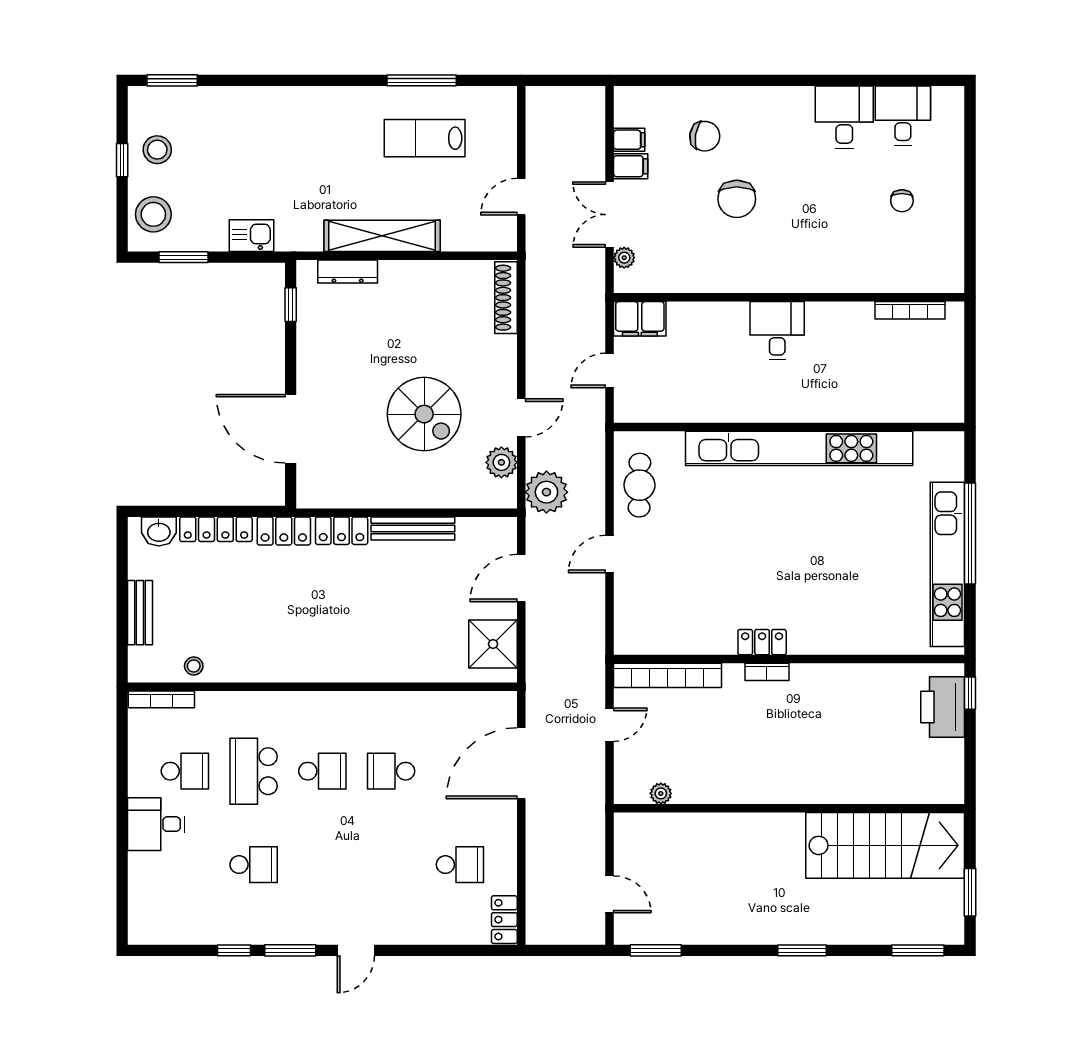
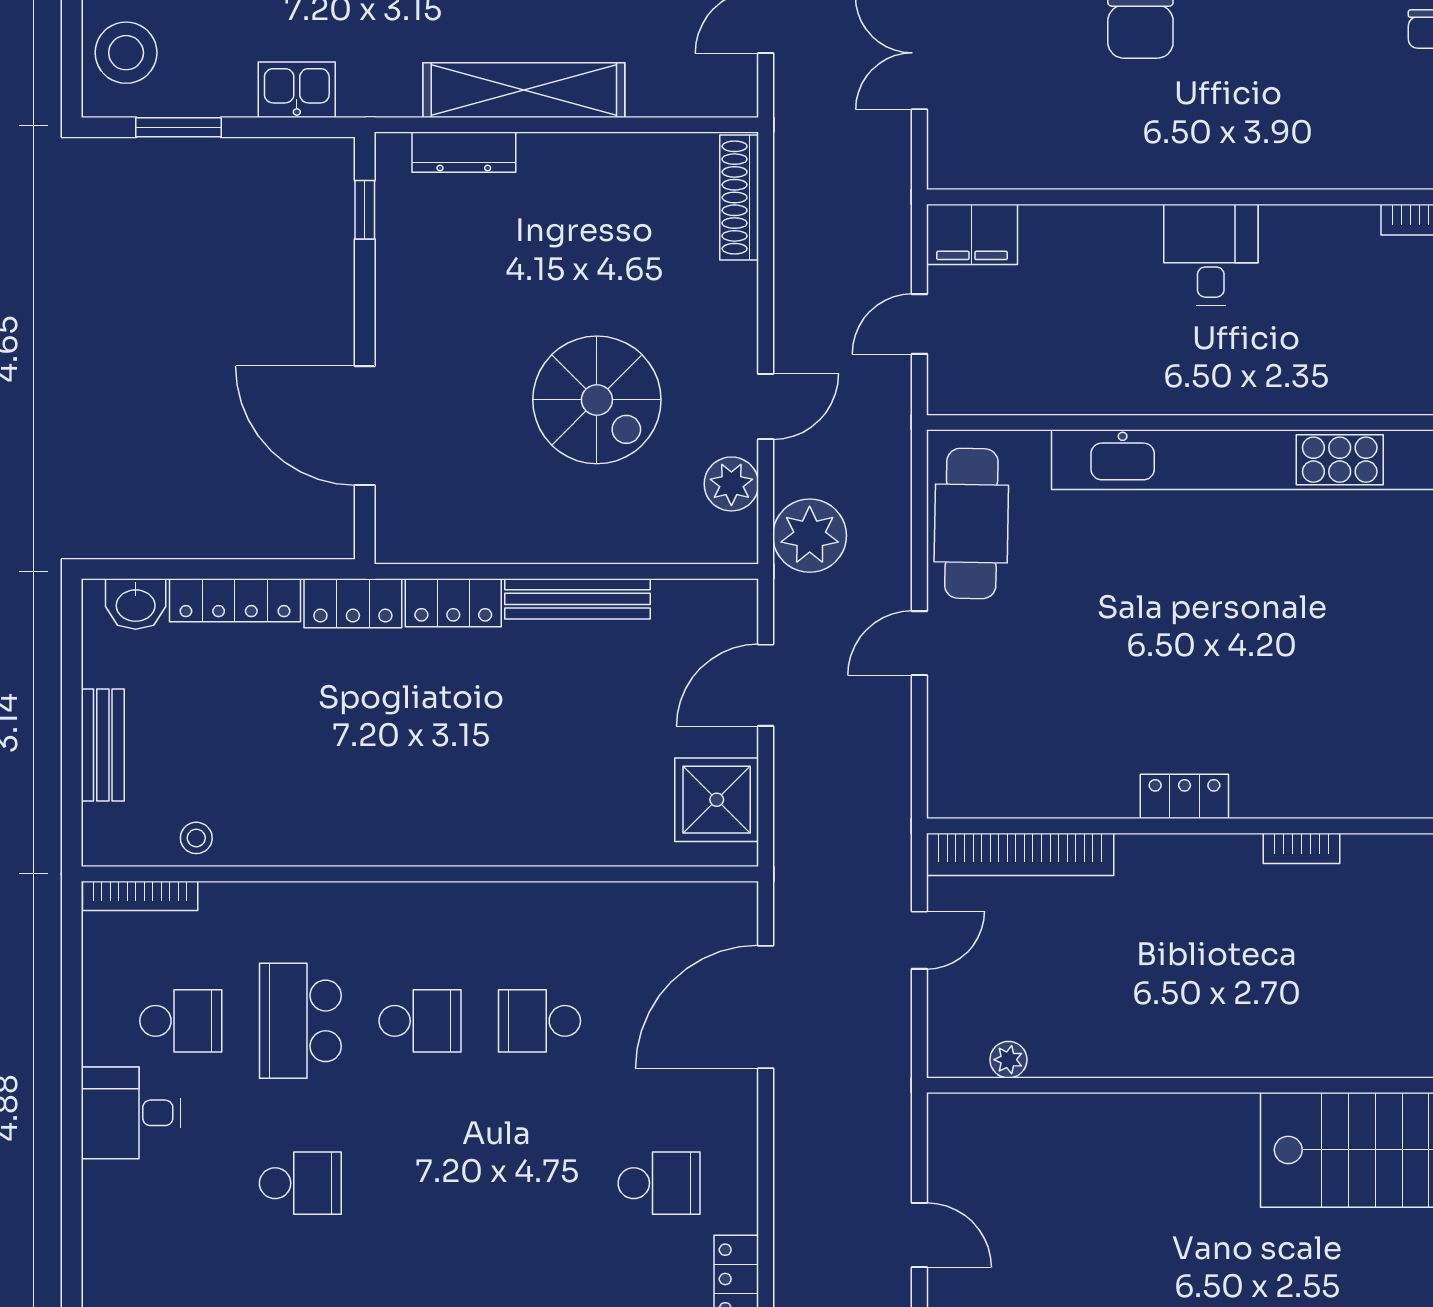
plant: (624, 258) -> (945, 128), removed
cafe table: (639, 485) -> (971, 523), width x1.37, depth x1.35
bookcase: (767, 672) -> (1302, 848), moved

